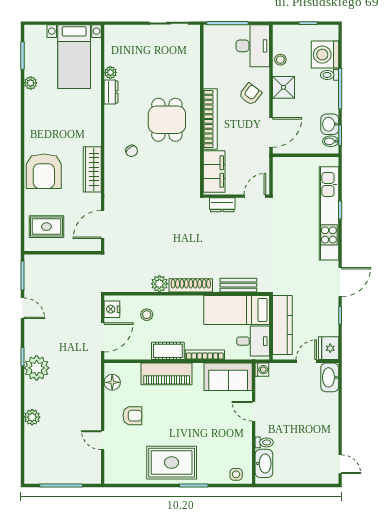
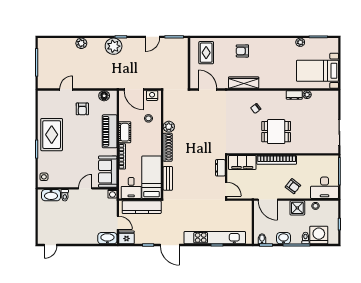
washbasin: (330, 124) -> (284, 238), moved
armchair: (44, 171) -> (242, 51), width x0.53, depth x0.53

